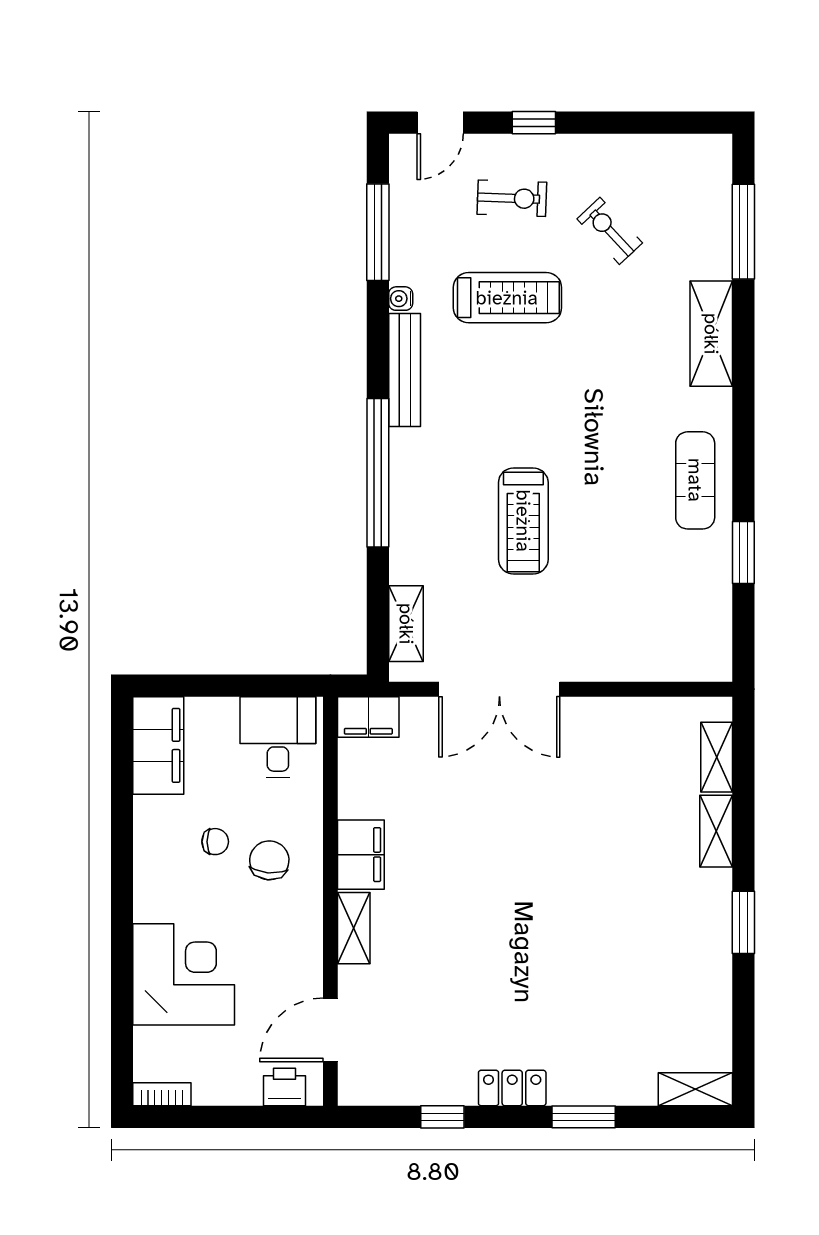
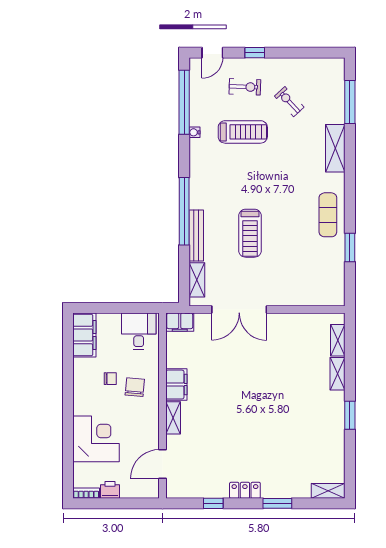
window: (378, 232) -> (184, 102), width x1.46
bench: (405, 370) -> (196, 236), moved
printer: (285, 1087) -> (110, 490), moved

